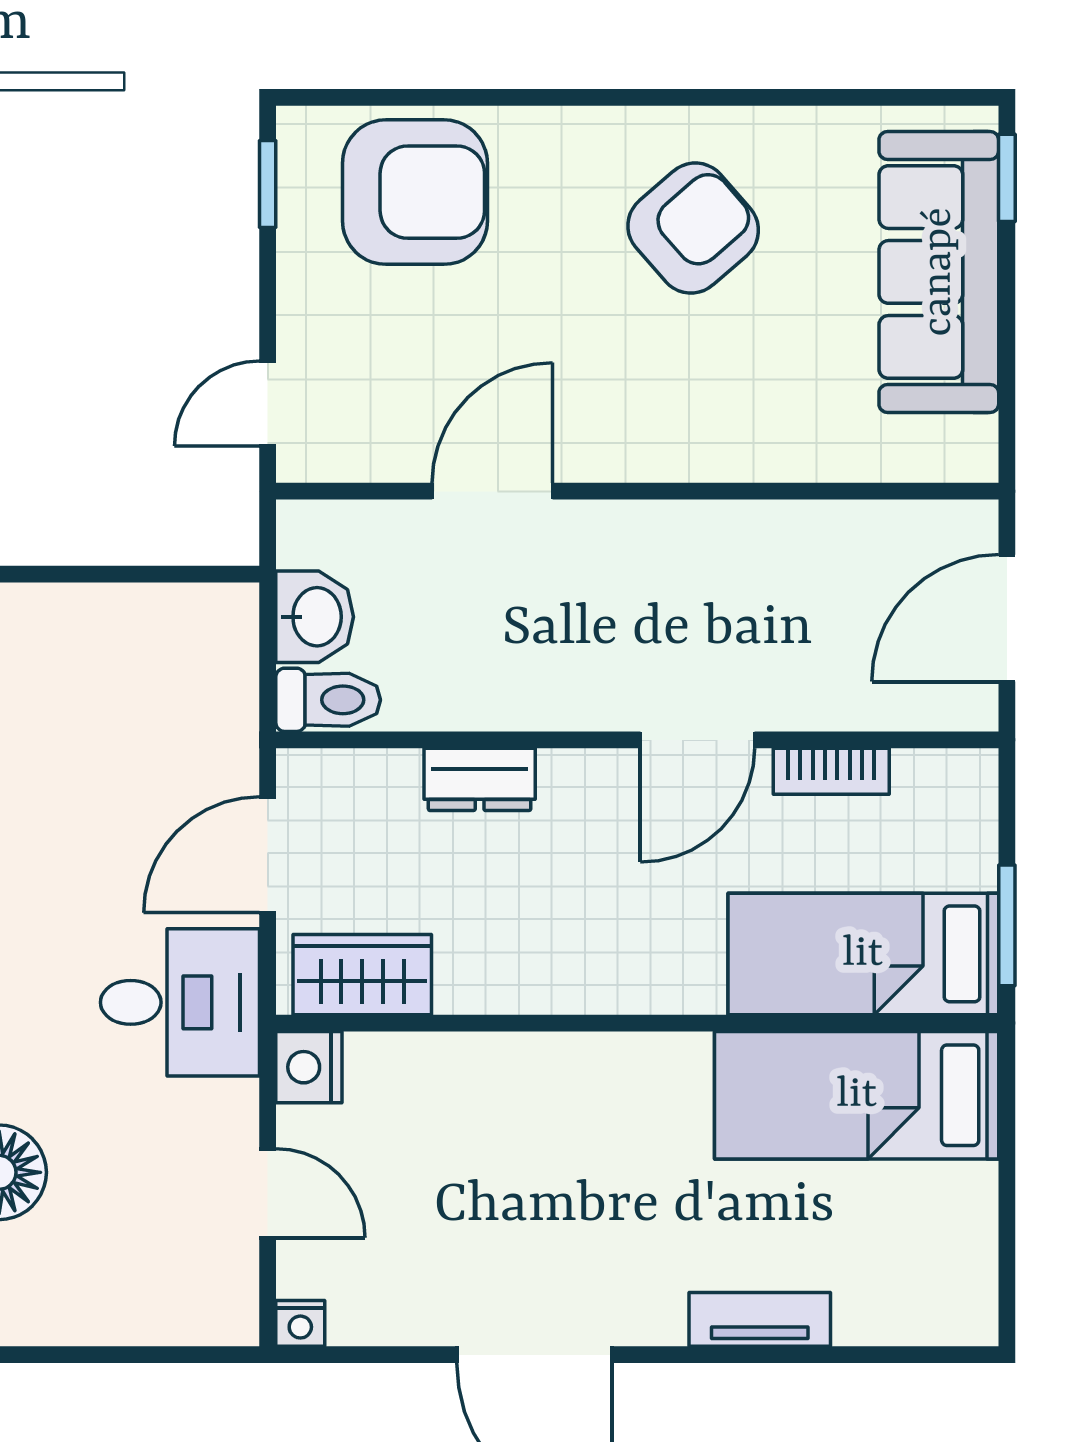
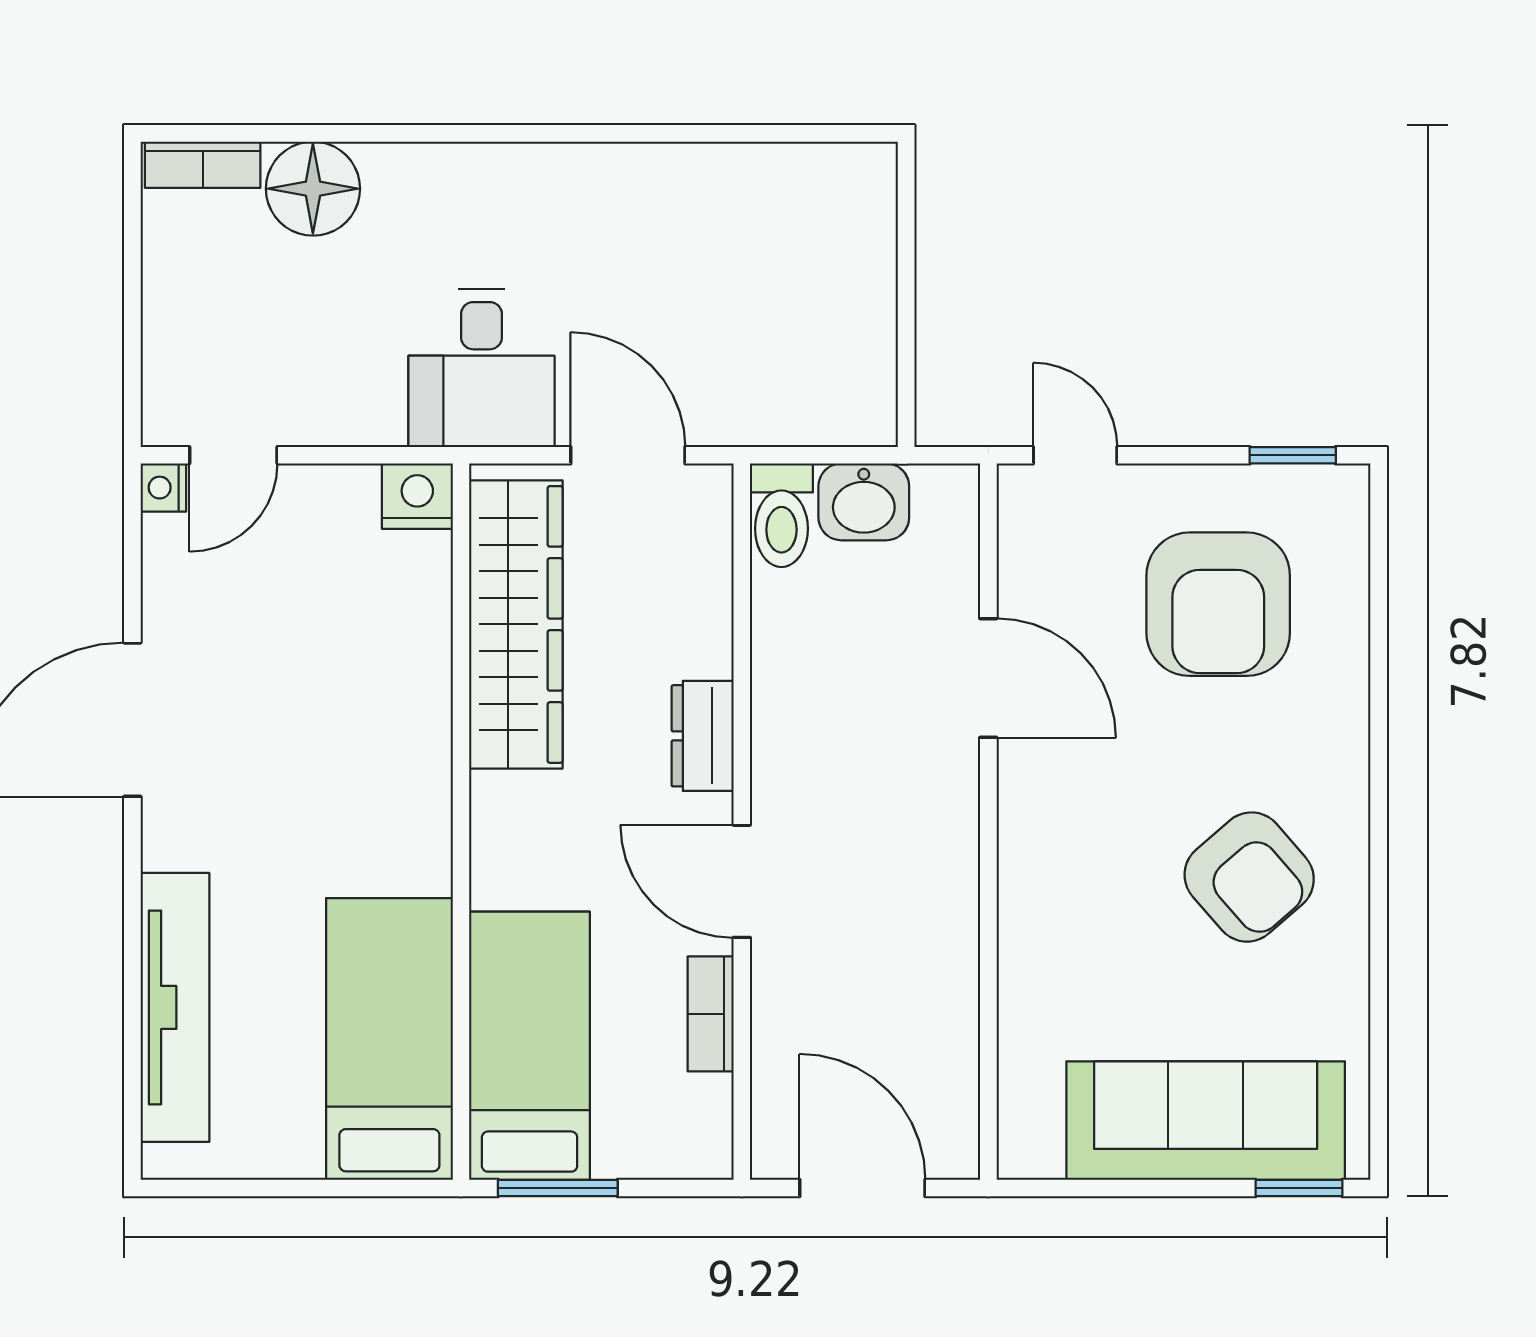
armchair: (415, 192) -> (1218, 604), moved
dresser: (480, 779) -> (703, 736), moved
wardrobe: (362, 975) -> (516, 624), width x2.10, depth x1.17
door: (268, 1193) -> (233, 455), moved
tv unit: (760, 1319) -> (175, 1007), width x1.92, depth x1.29

